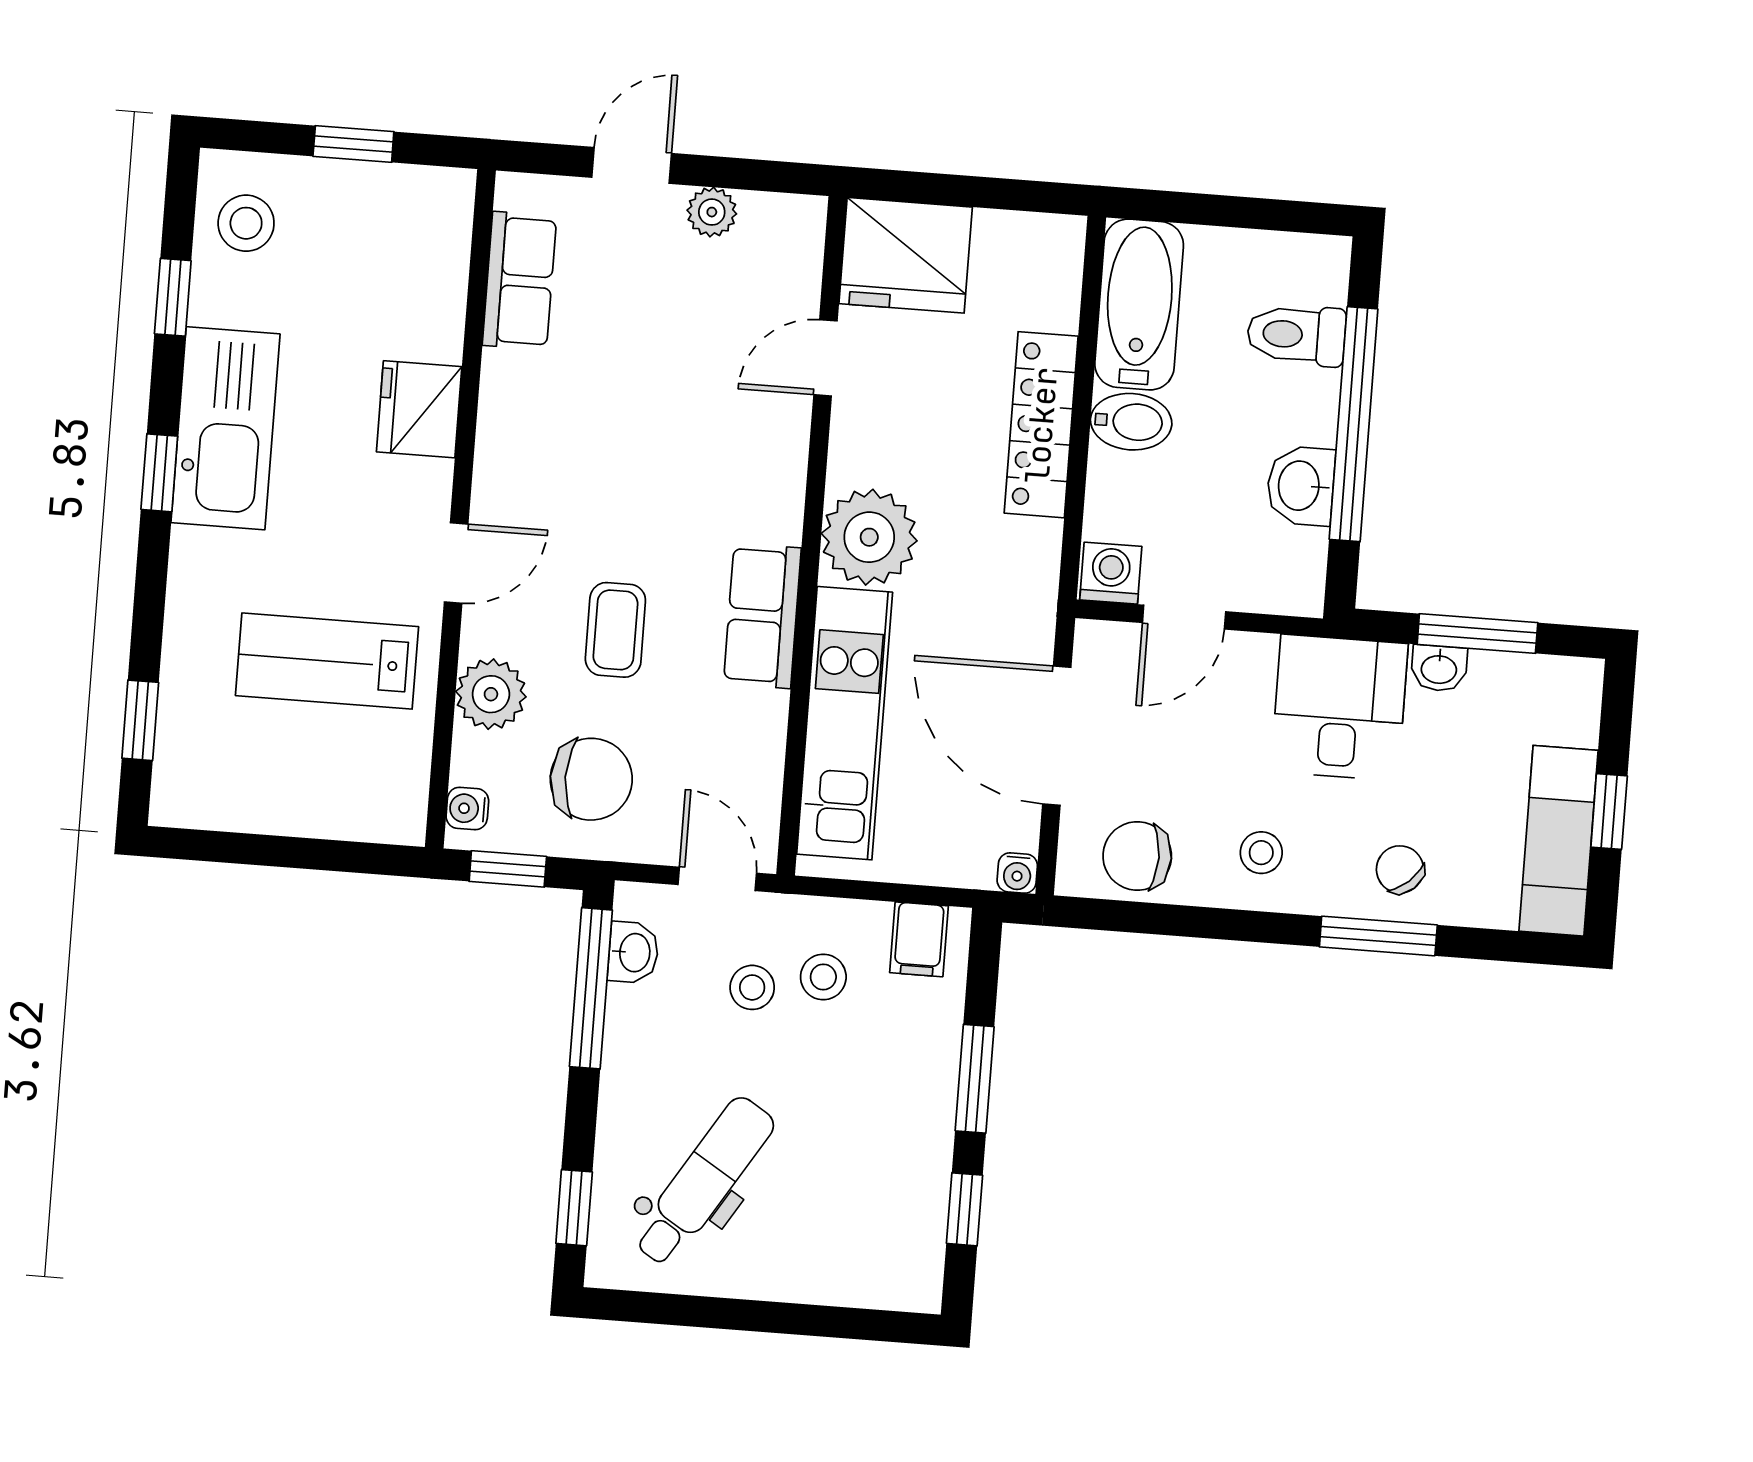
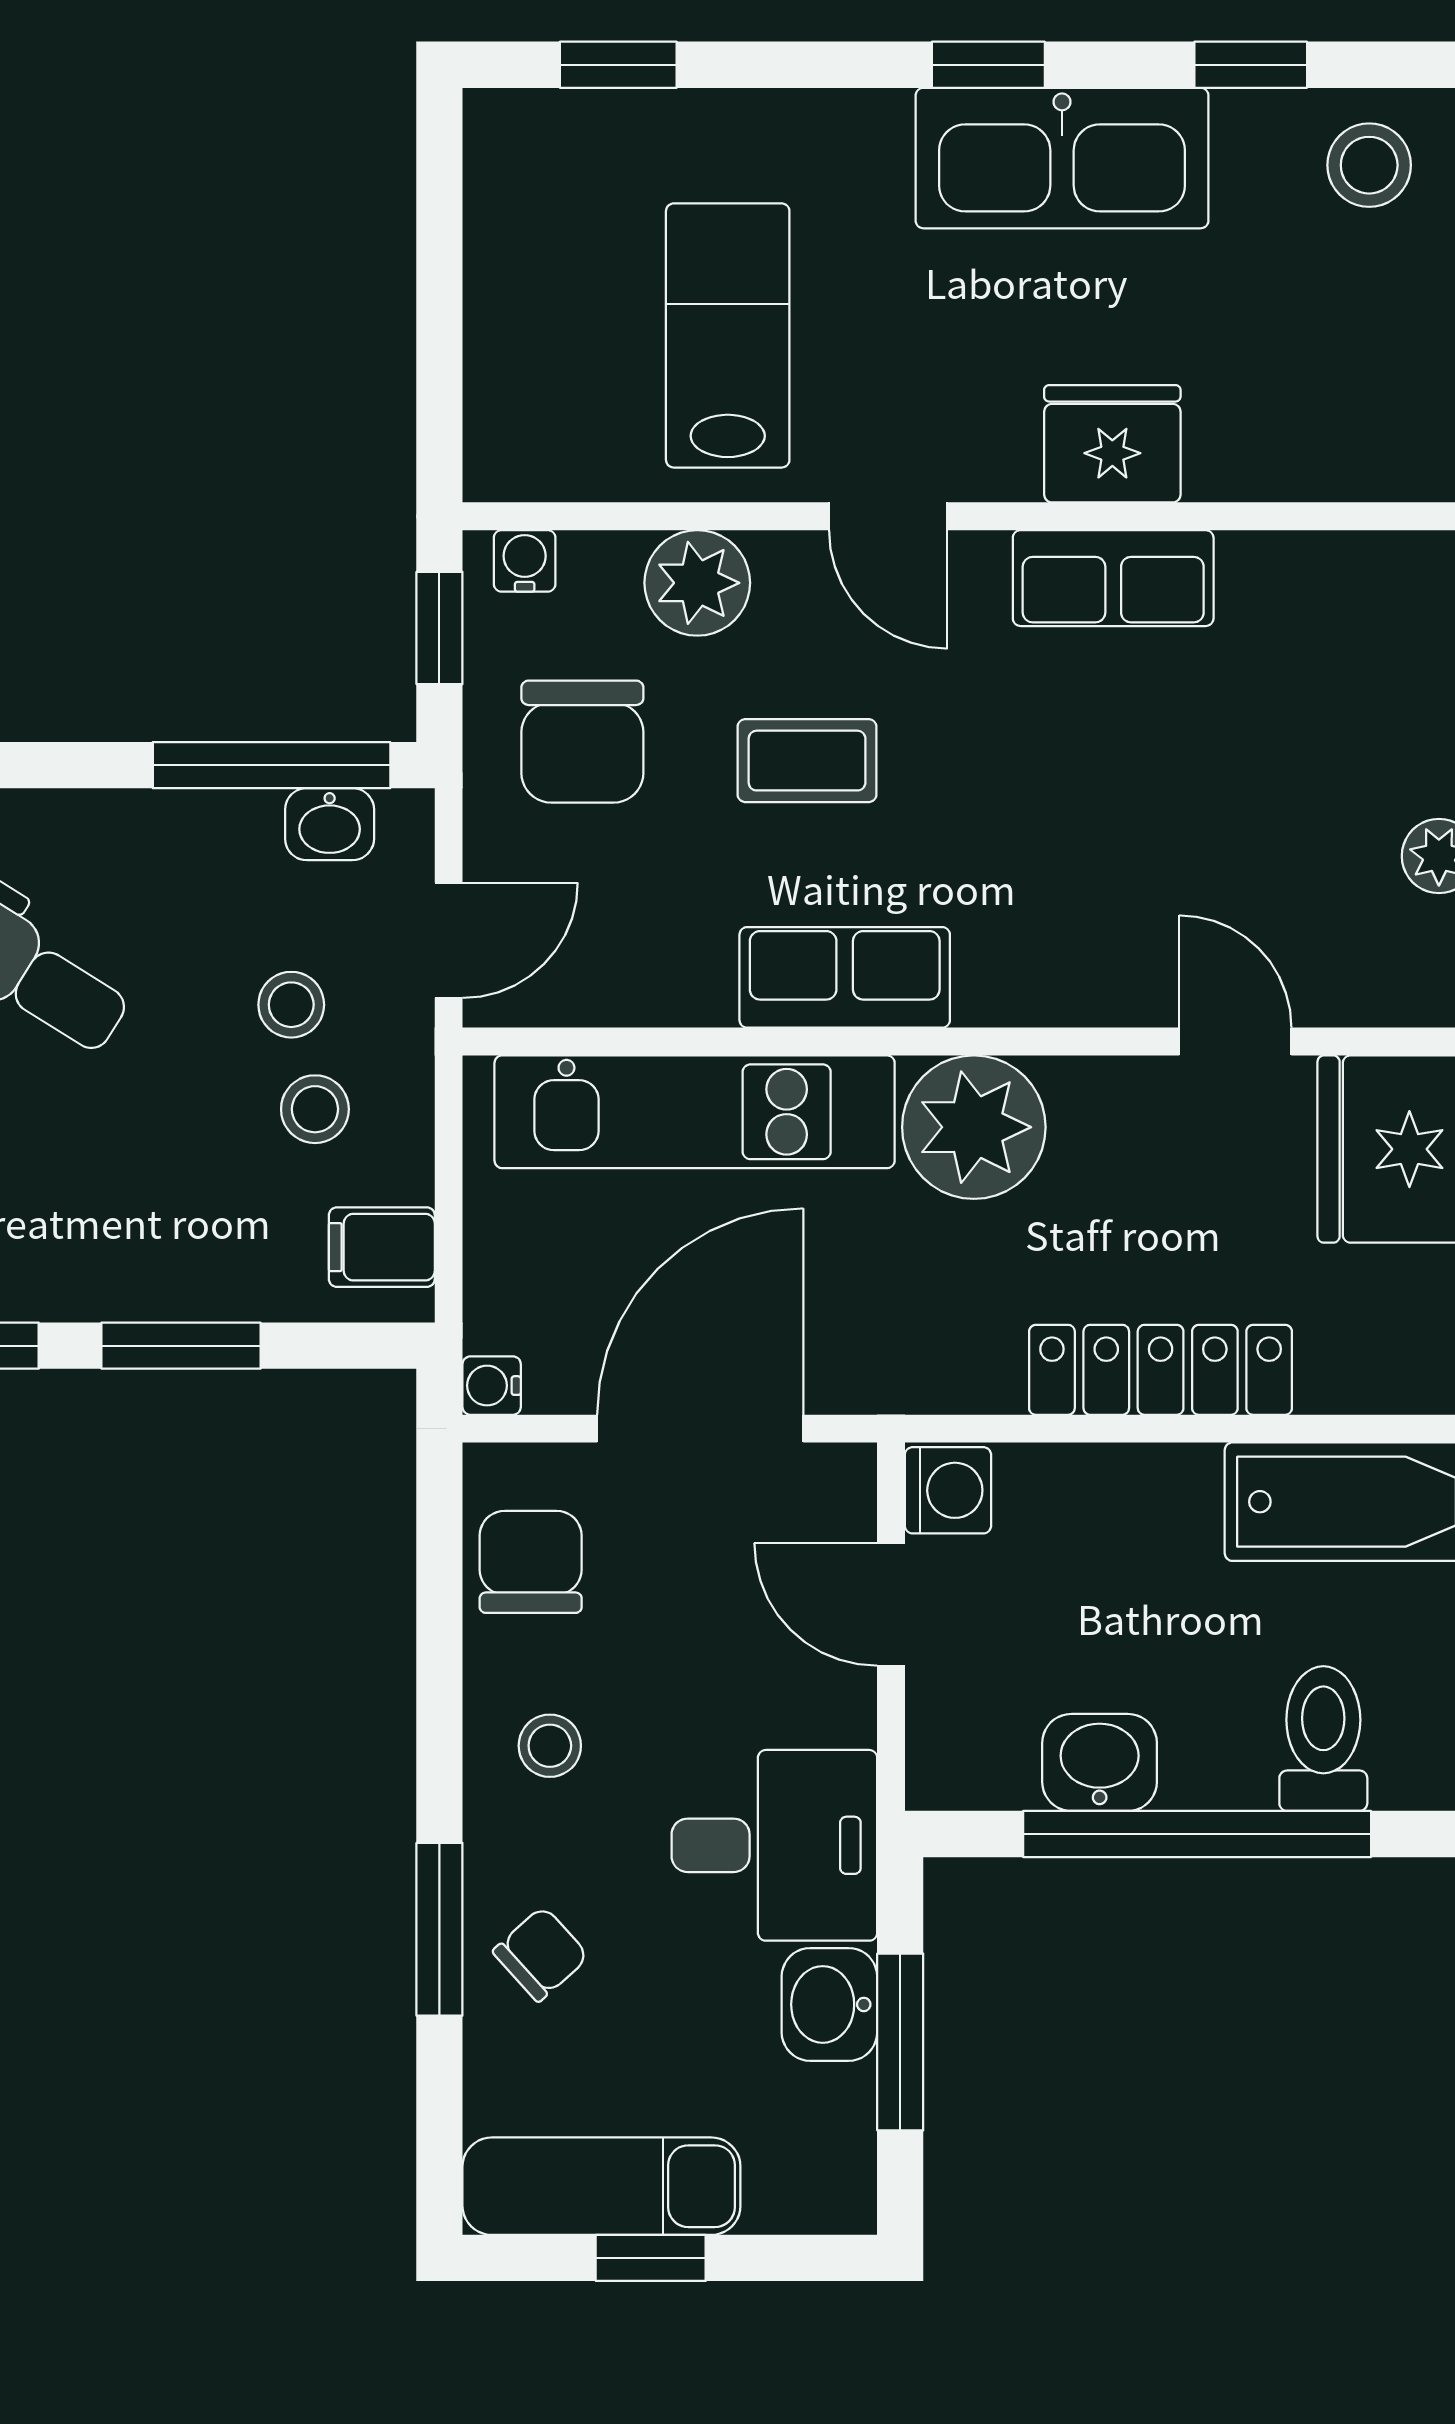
row of seats: (519, 281) -> (1113, 578), moved
bidet: (1131, 422) -> (1175, 1503), removed
washbasin: (1439, 668) -> (829, 2004), width x1.38, depth x1.45

